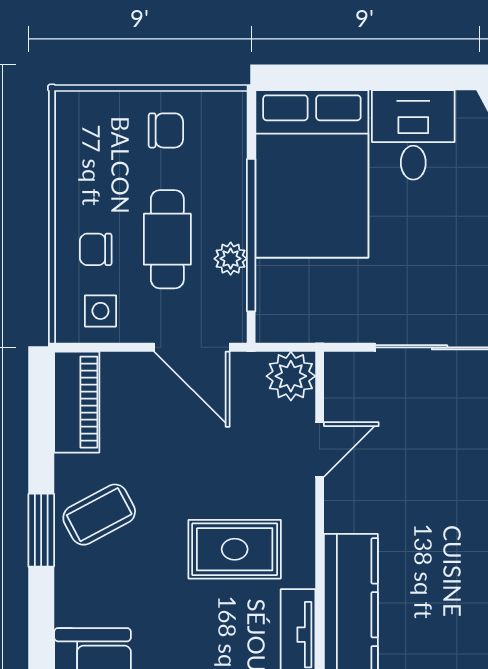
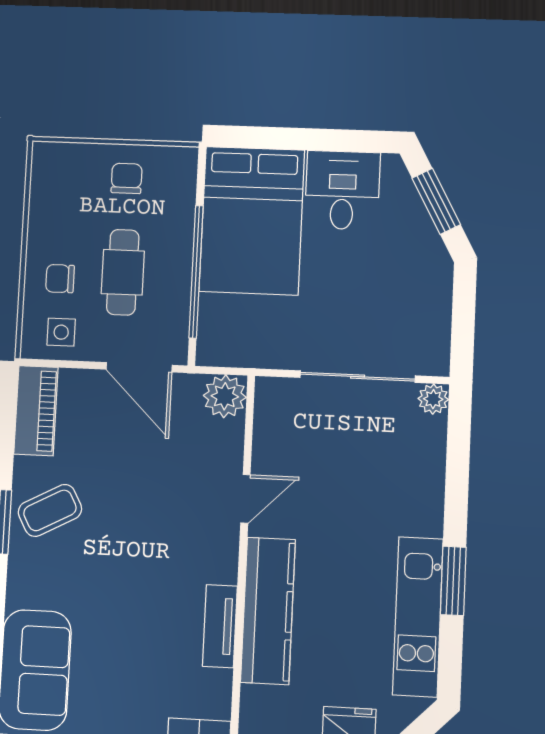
chair: (166, 130) -> (127, 178), turned -90
plant: (231, 259) -> (177, 291), removed
door: (320, 450) -> (245, 499), moved
rug: (235, 549) -> (167, 547), removed

